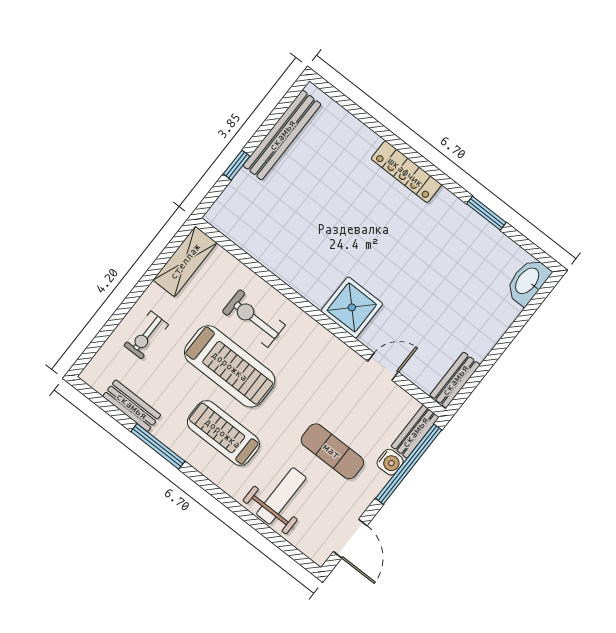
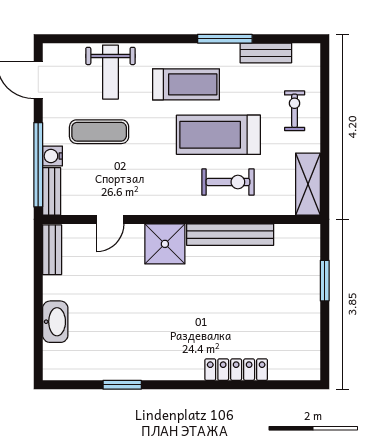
bench: (282, 135) -> (230, 235), moved, turned 90
window: (237, 165) -> (325, 281), width x1.50
locker: (406, 172) -> (236, 370), moved
washbasin: (528, 281) -> (55, 322), moved

